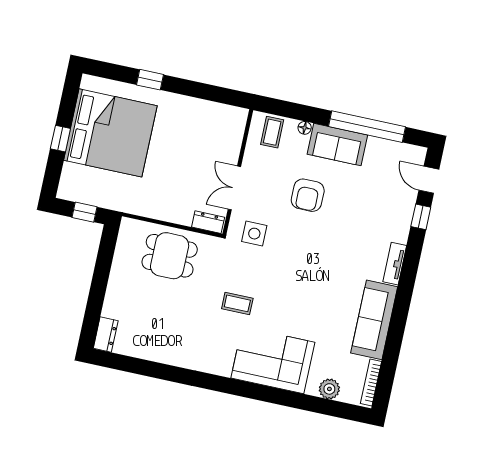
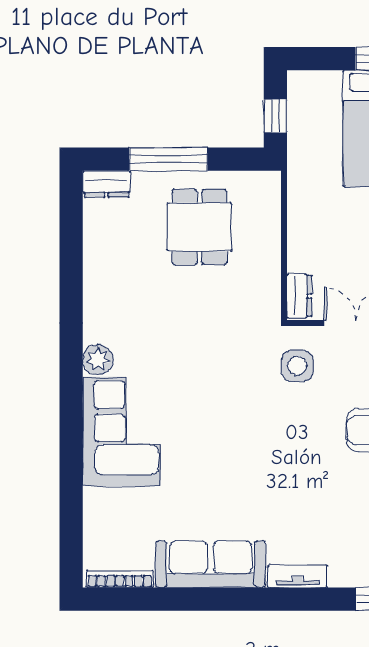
dining table: (170, 256) -> (199, 227), moved
window: (98, 290) -> (168, 159), added
coffee table: (237, 303) -> (192, 363), removed
plant: (329, 389) -> (98, 360), moved

